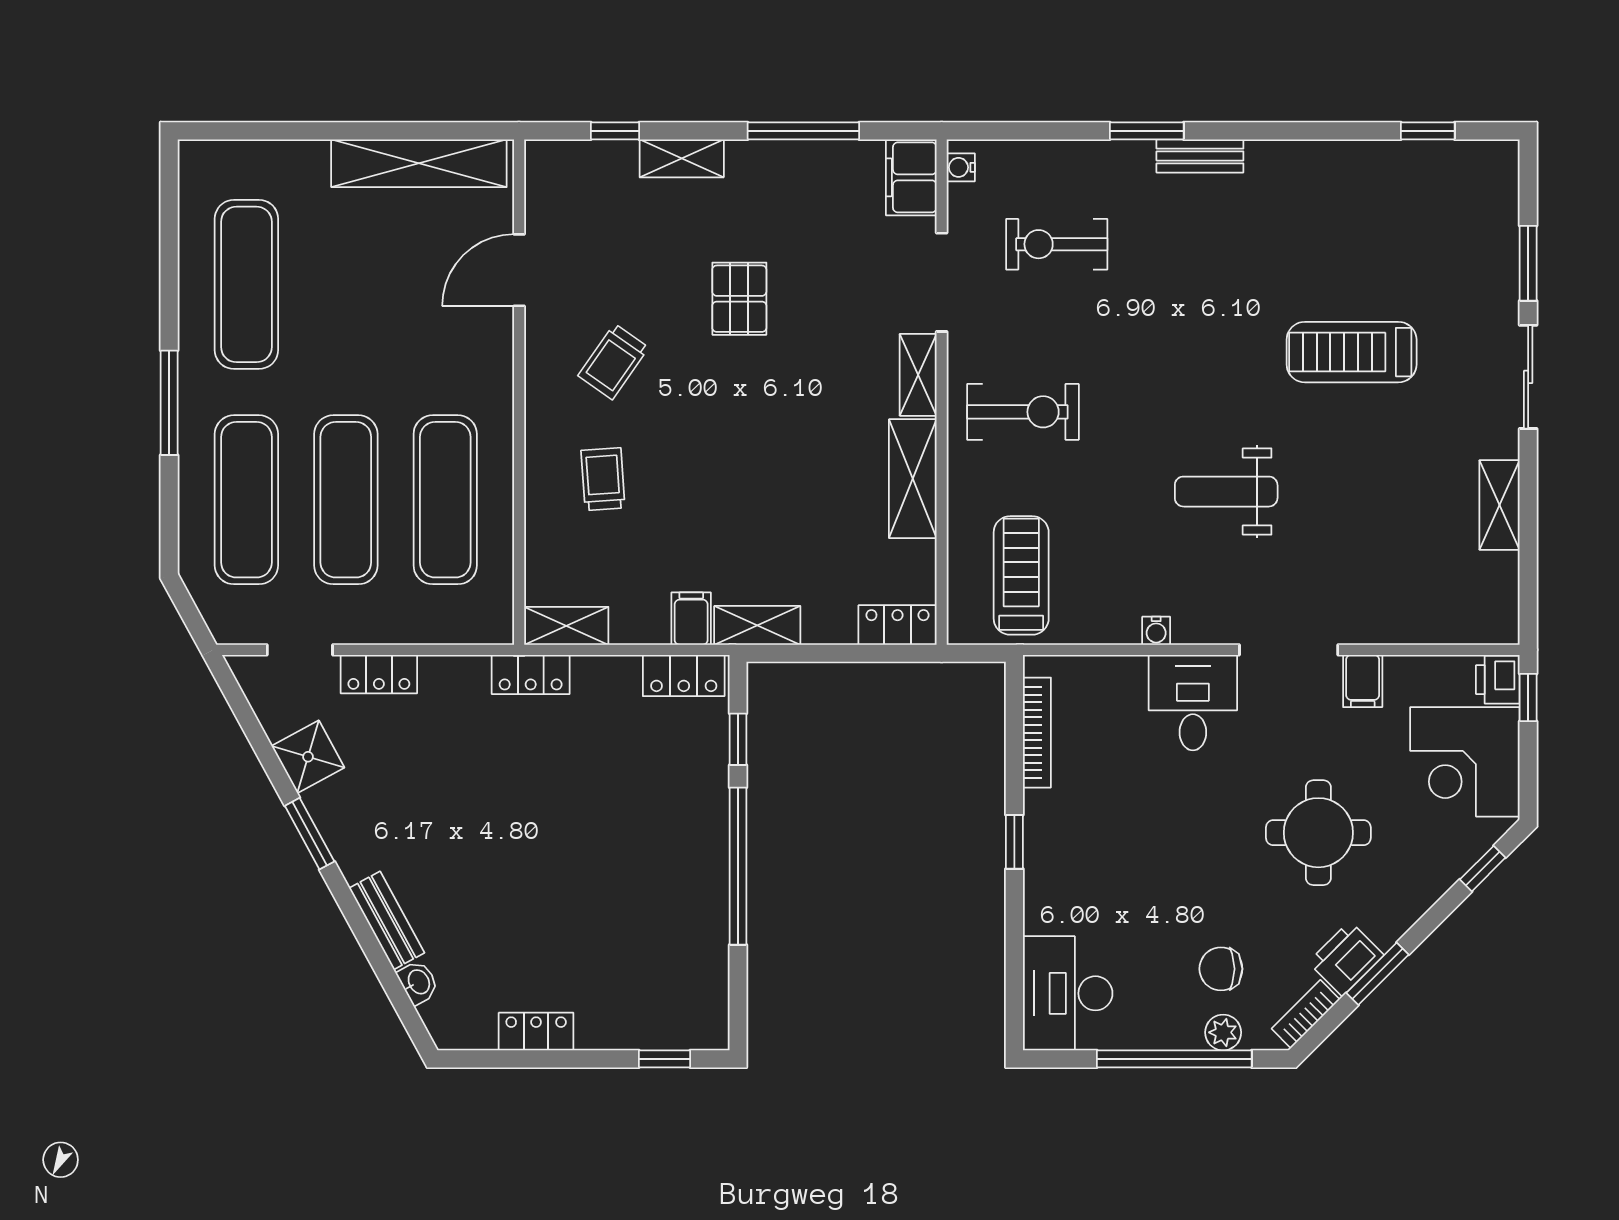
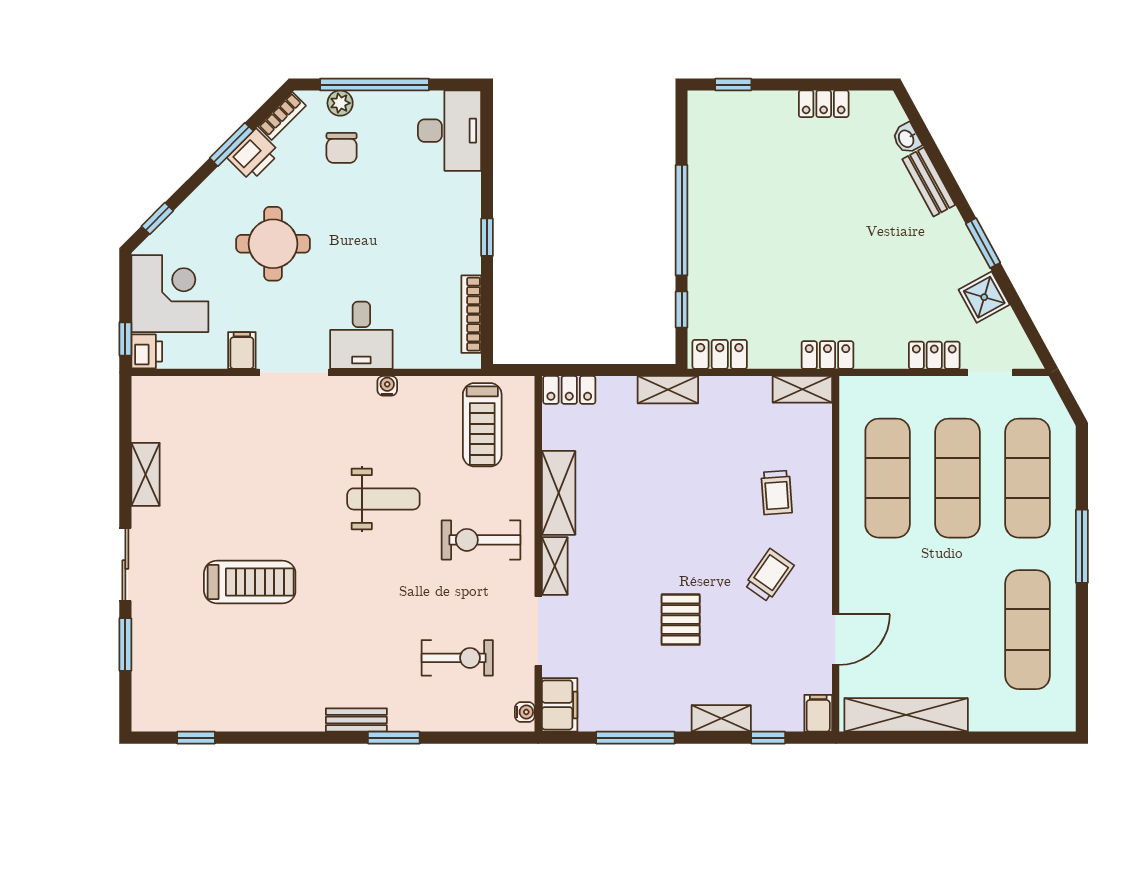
weight bench: (1226, 492) -> (383, 499), moved
filing cabinet: (691, 619) -> (818, 713), moved, turned 180
chair: (1221, 969) -> (342, 148), turned 90

